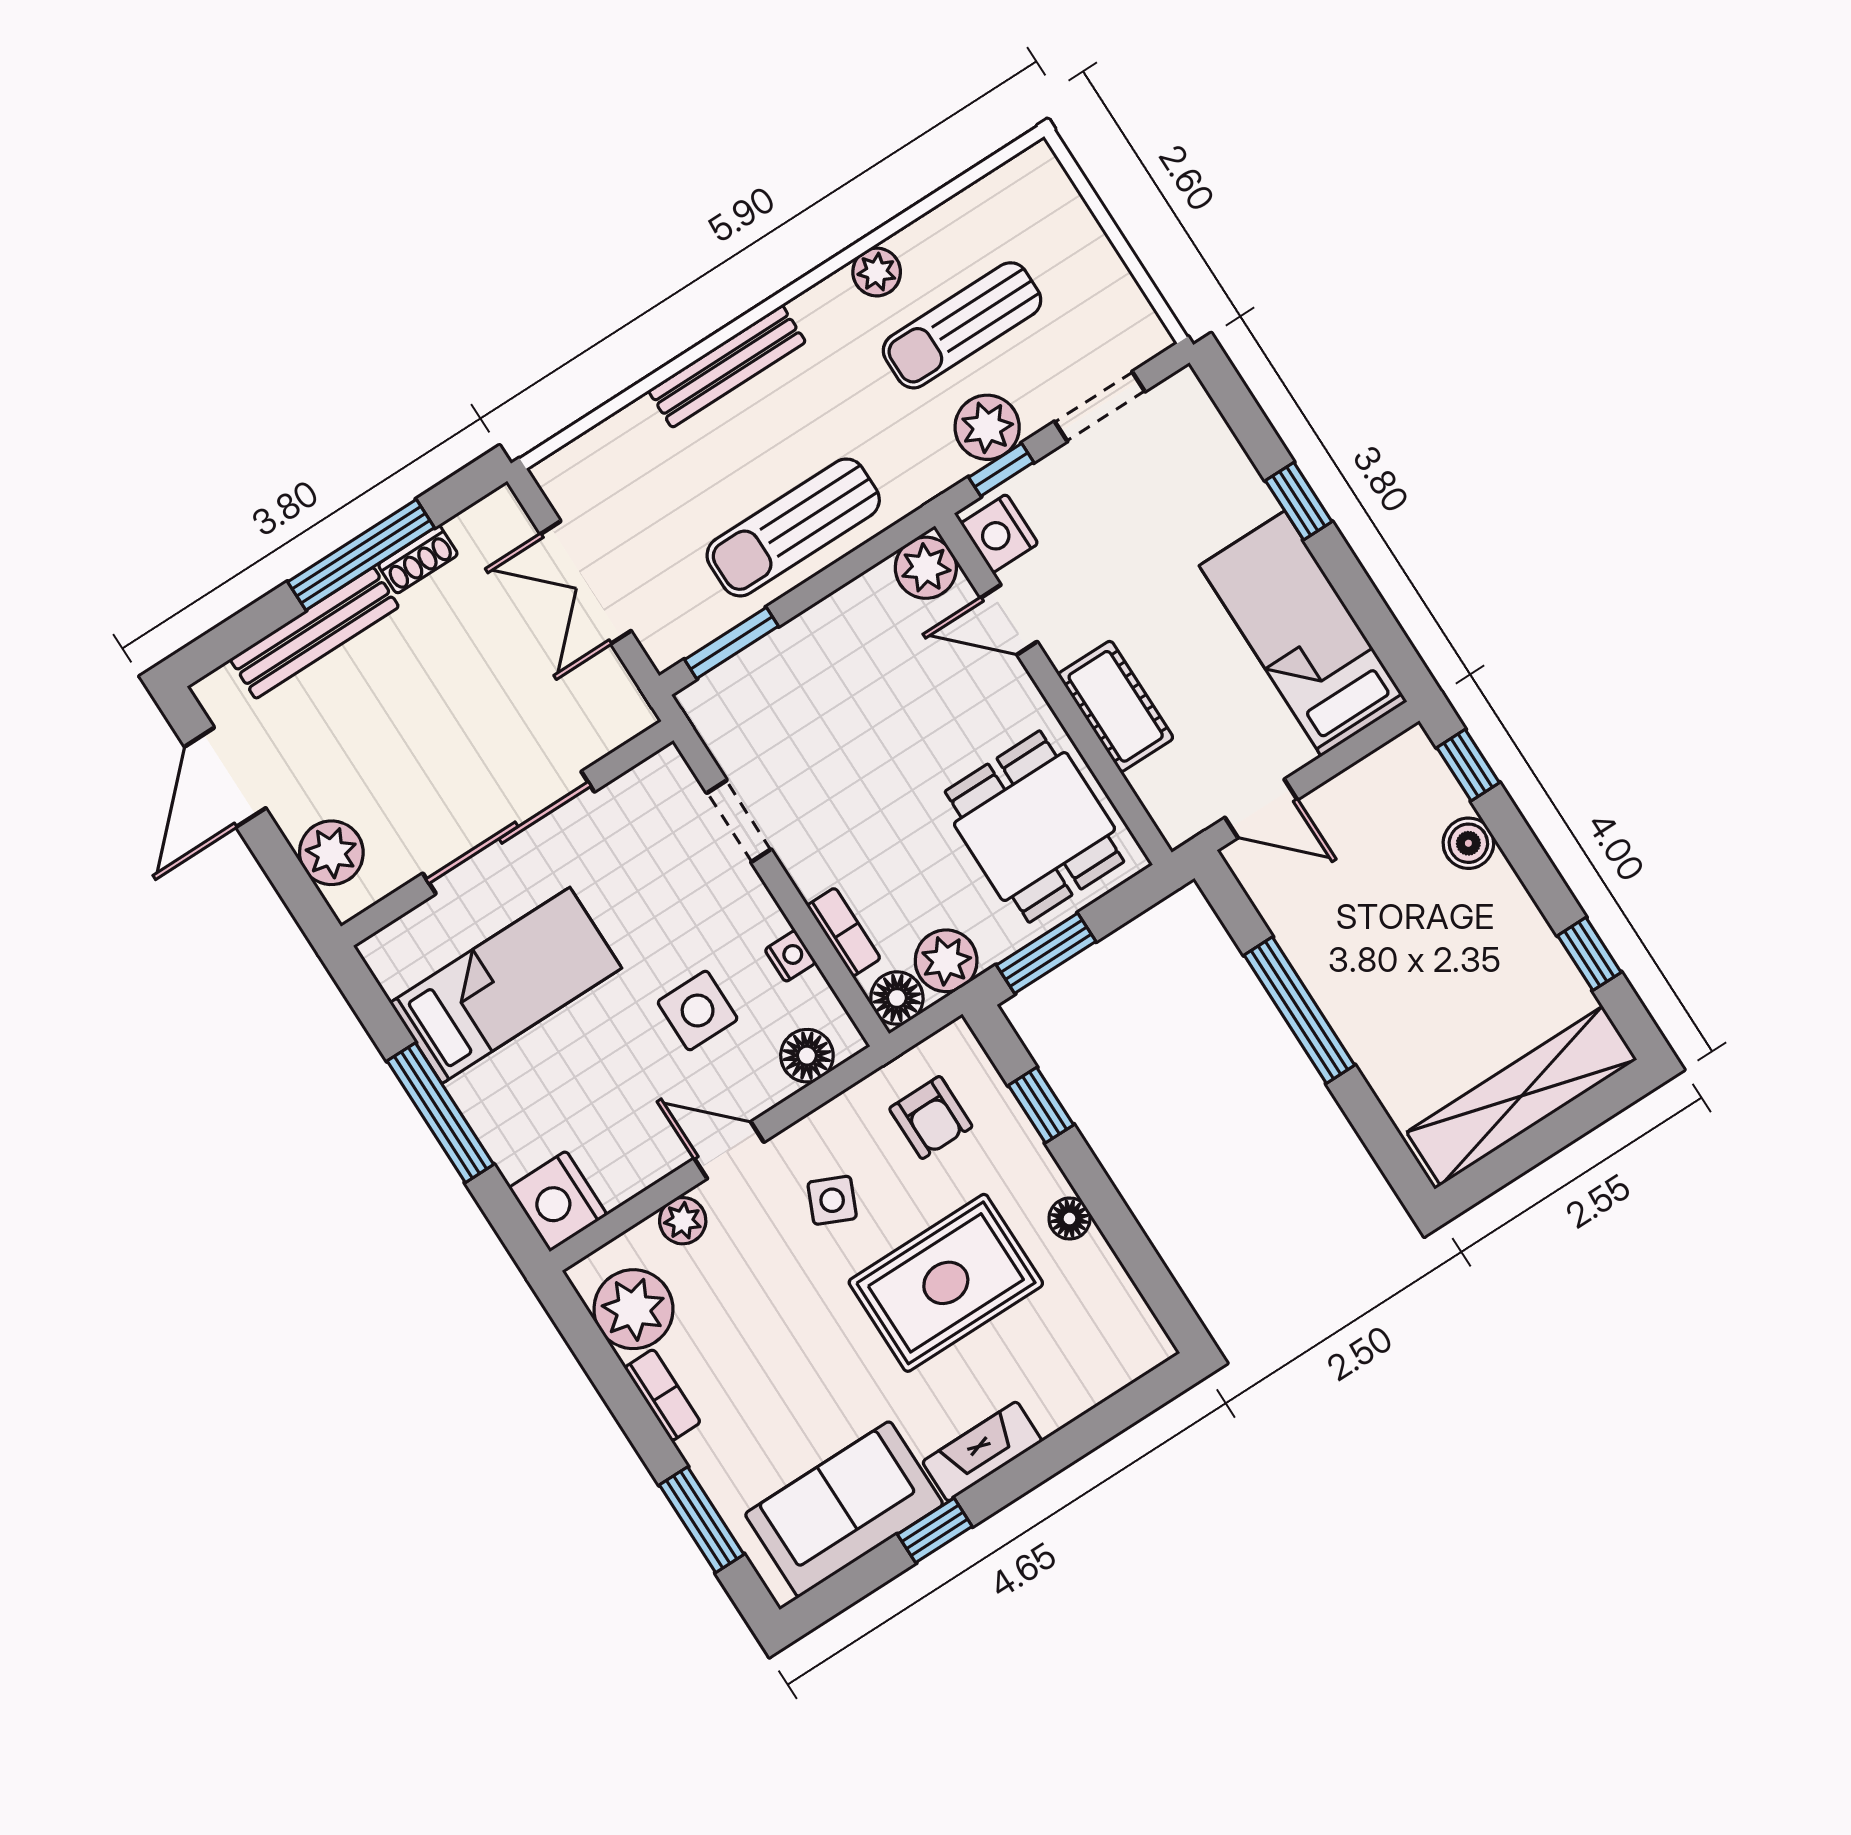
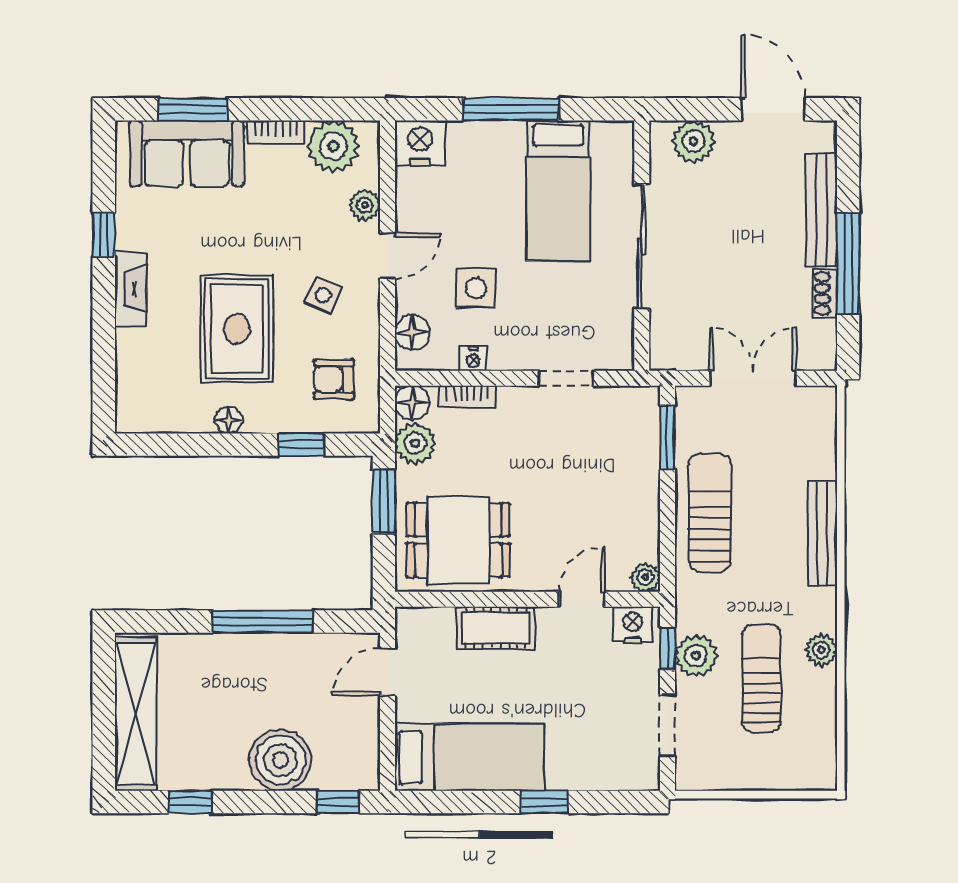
plant: (926, 568) -> (646, 577), width x0.73, depth x0.73
boiler: (1468, 843) -> (280, 760), width x1.86, depth x1.86
sofa: (844, 1509) -> (187, 153), moved, turned 90

